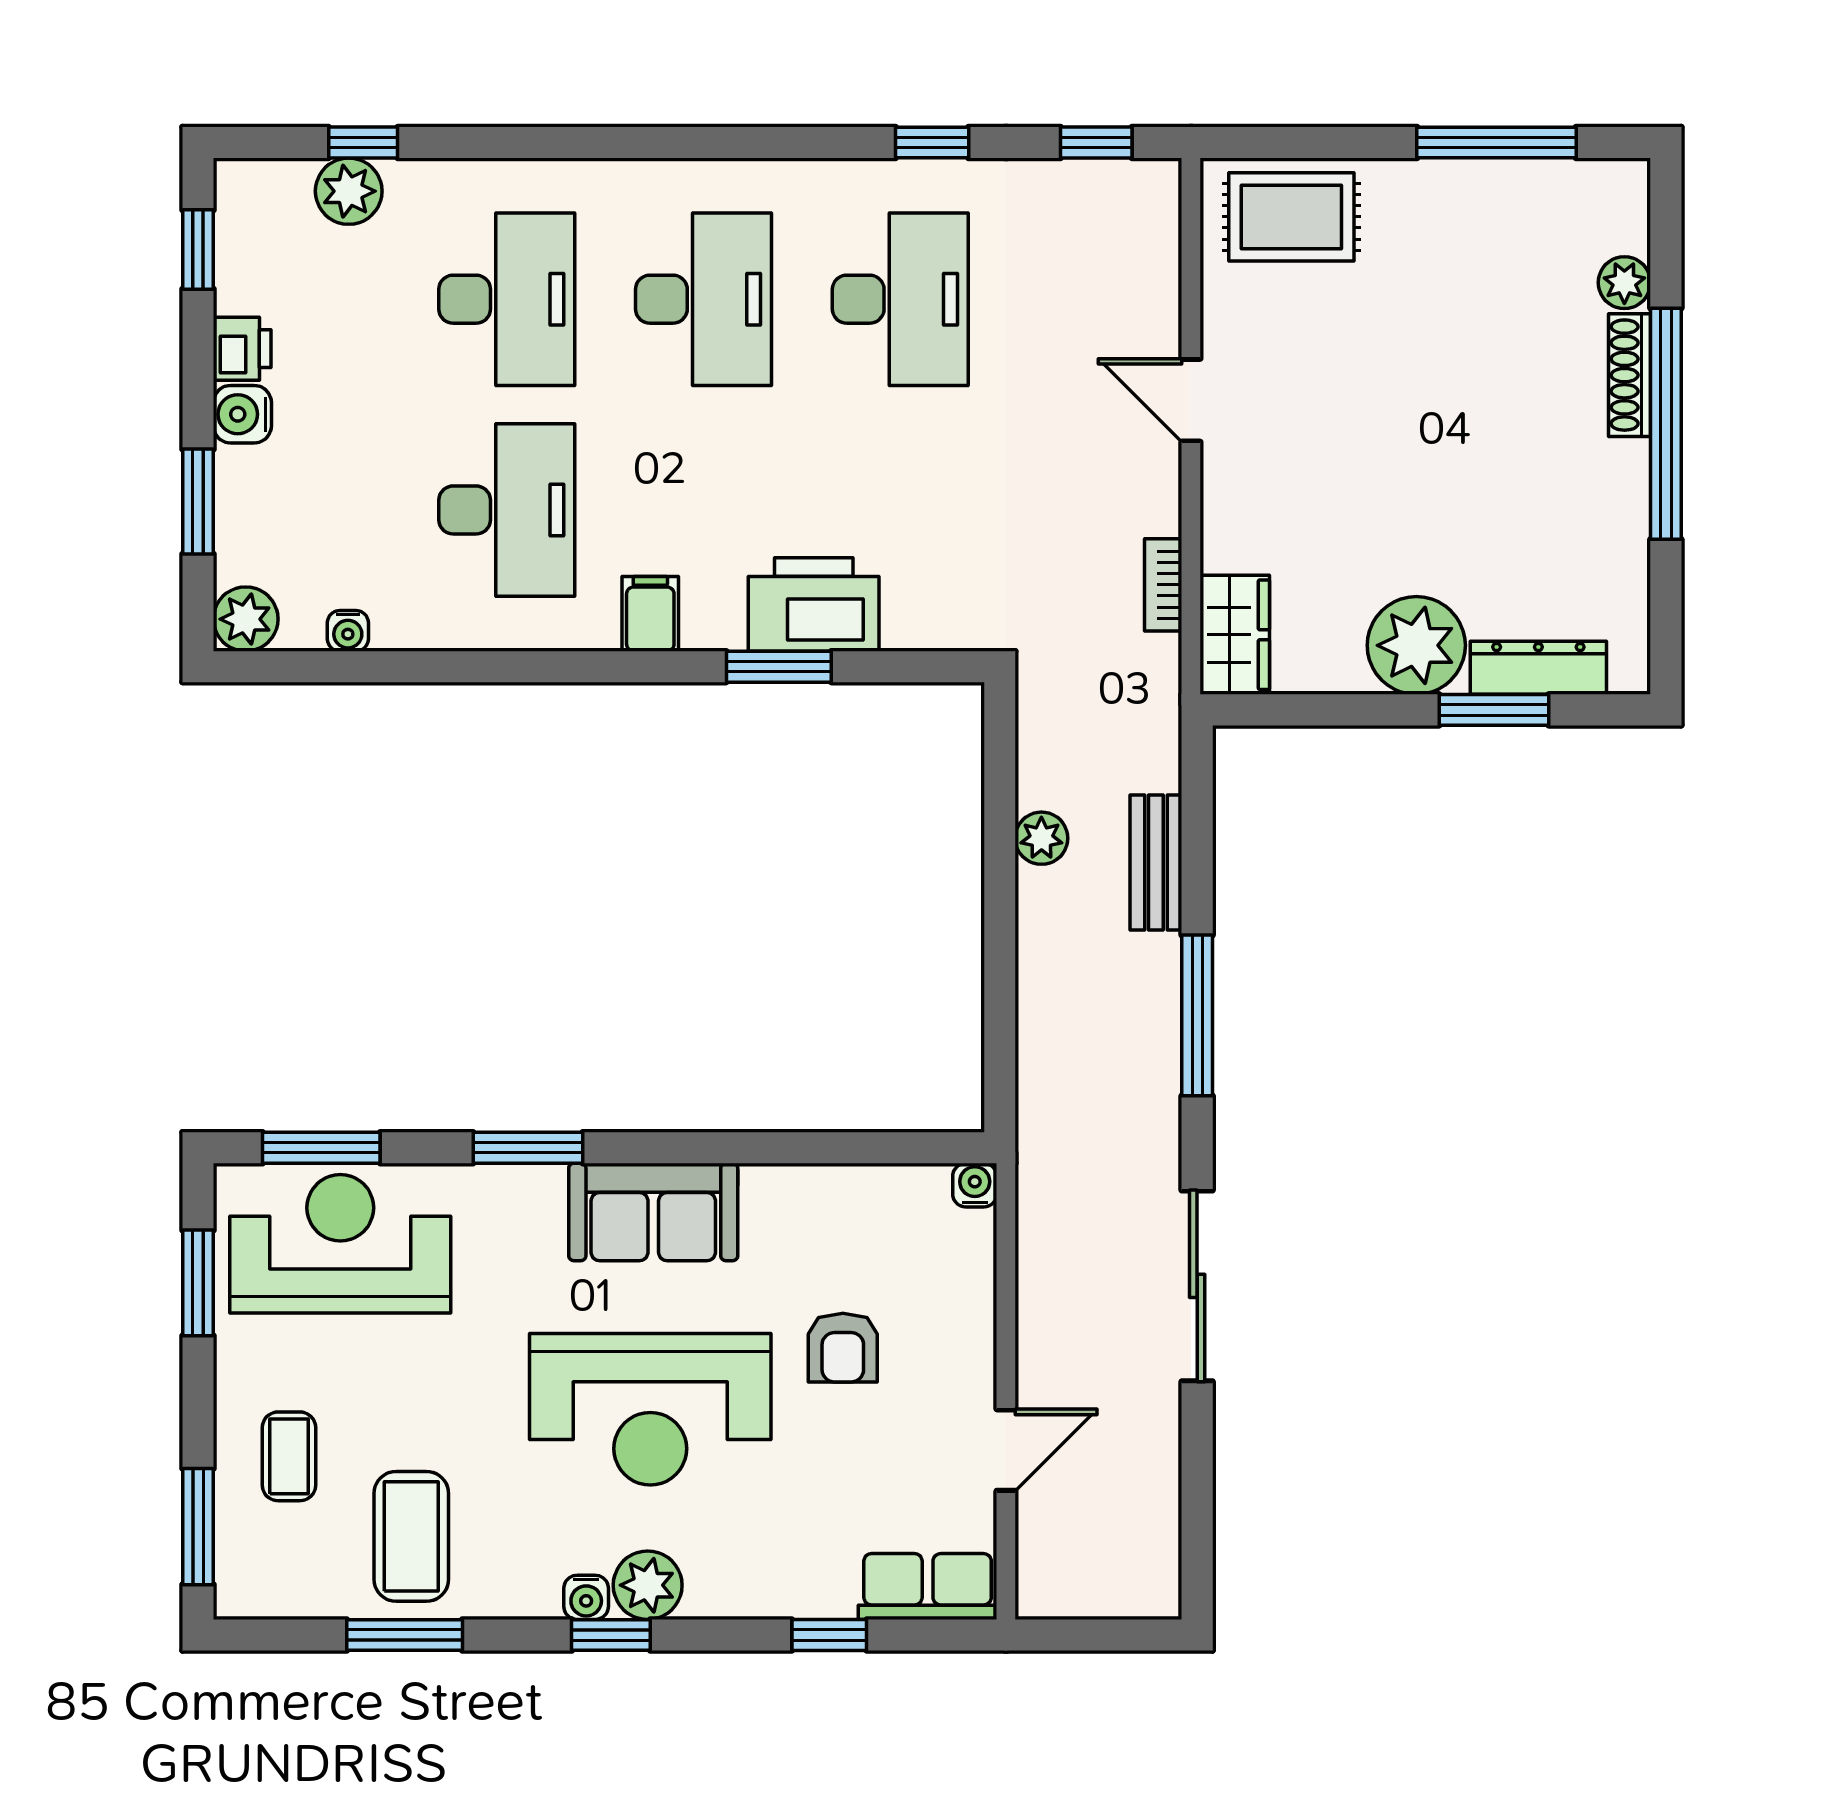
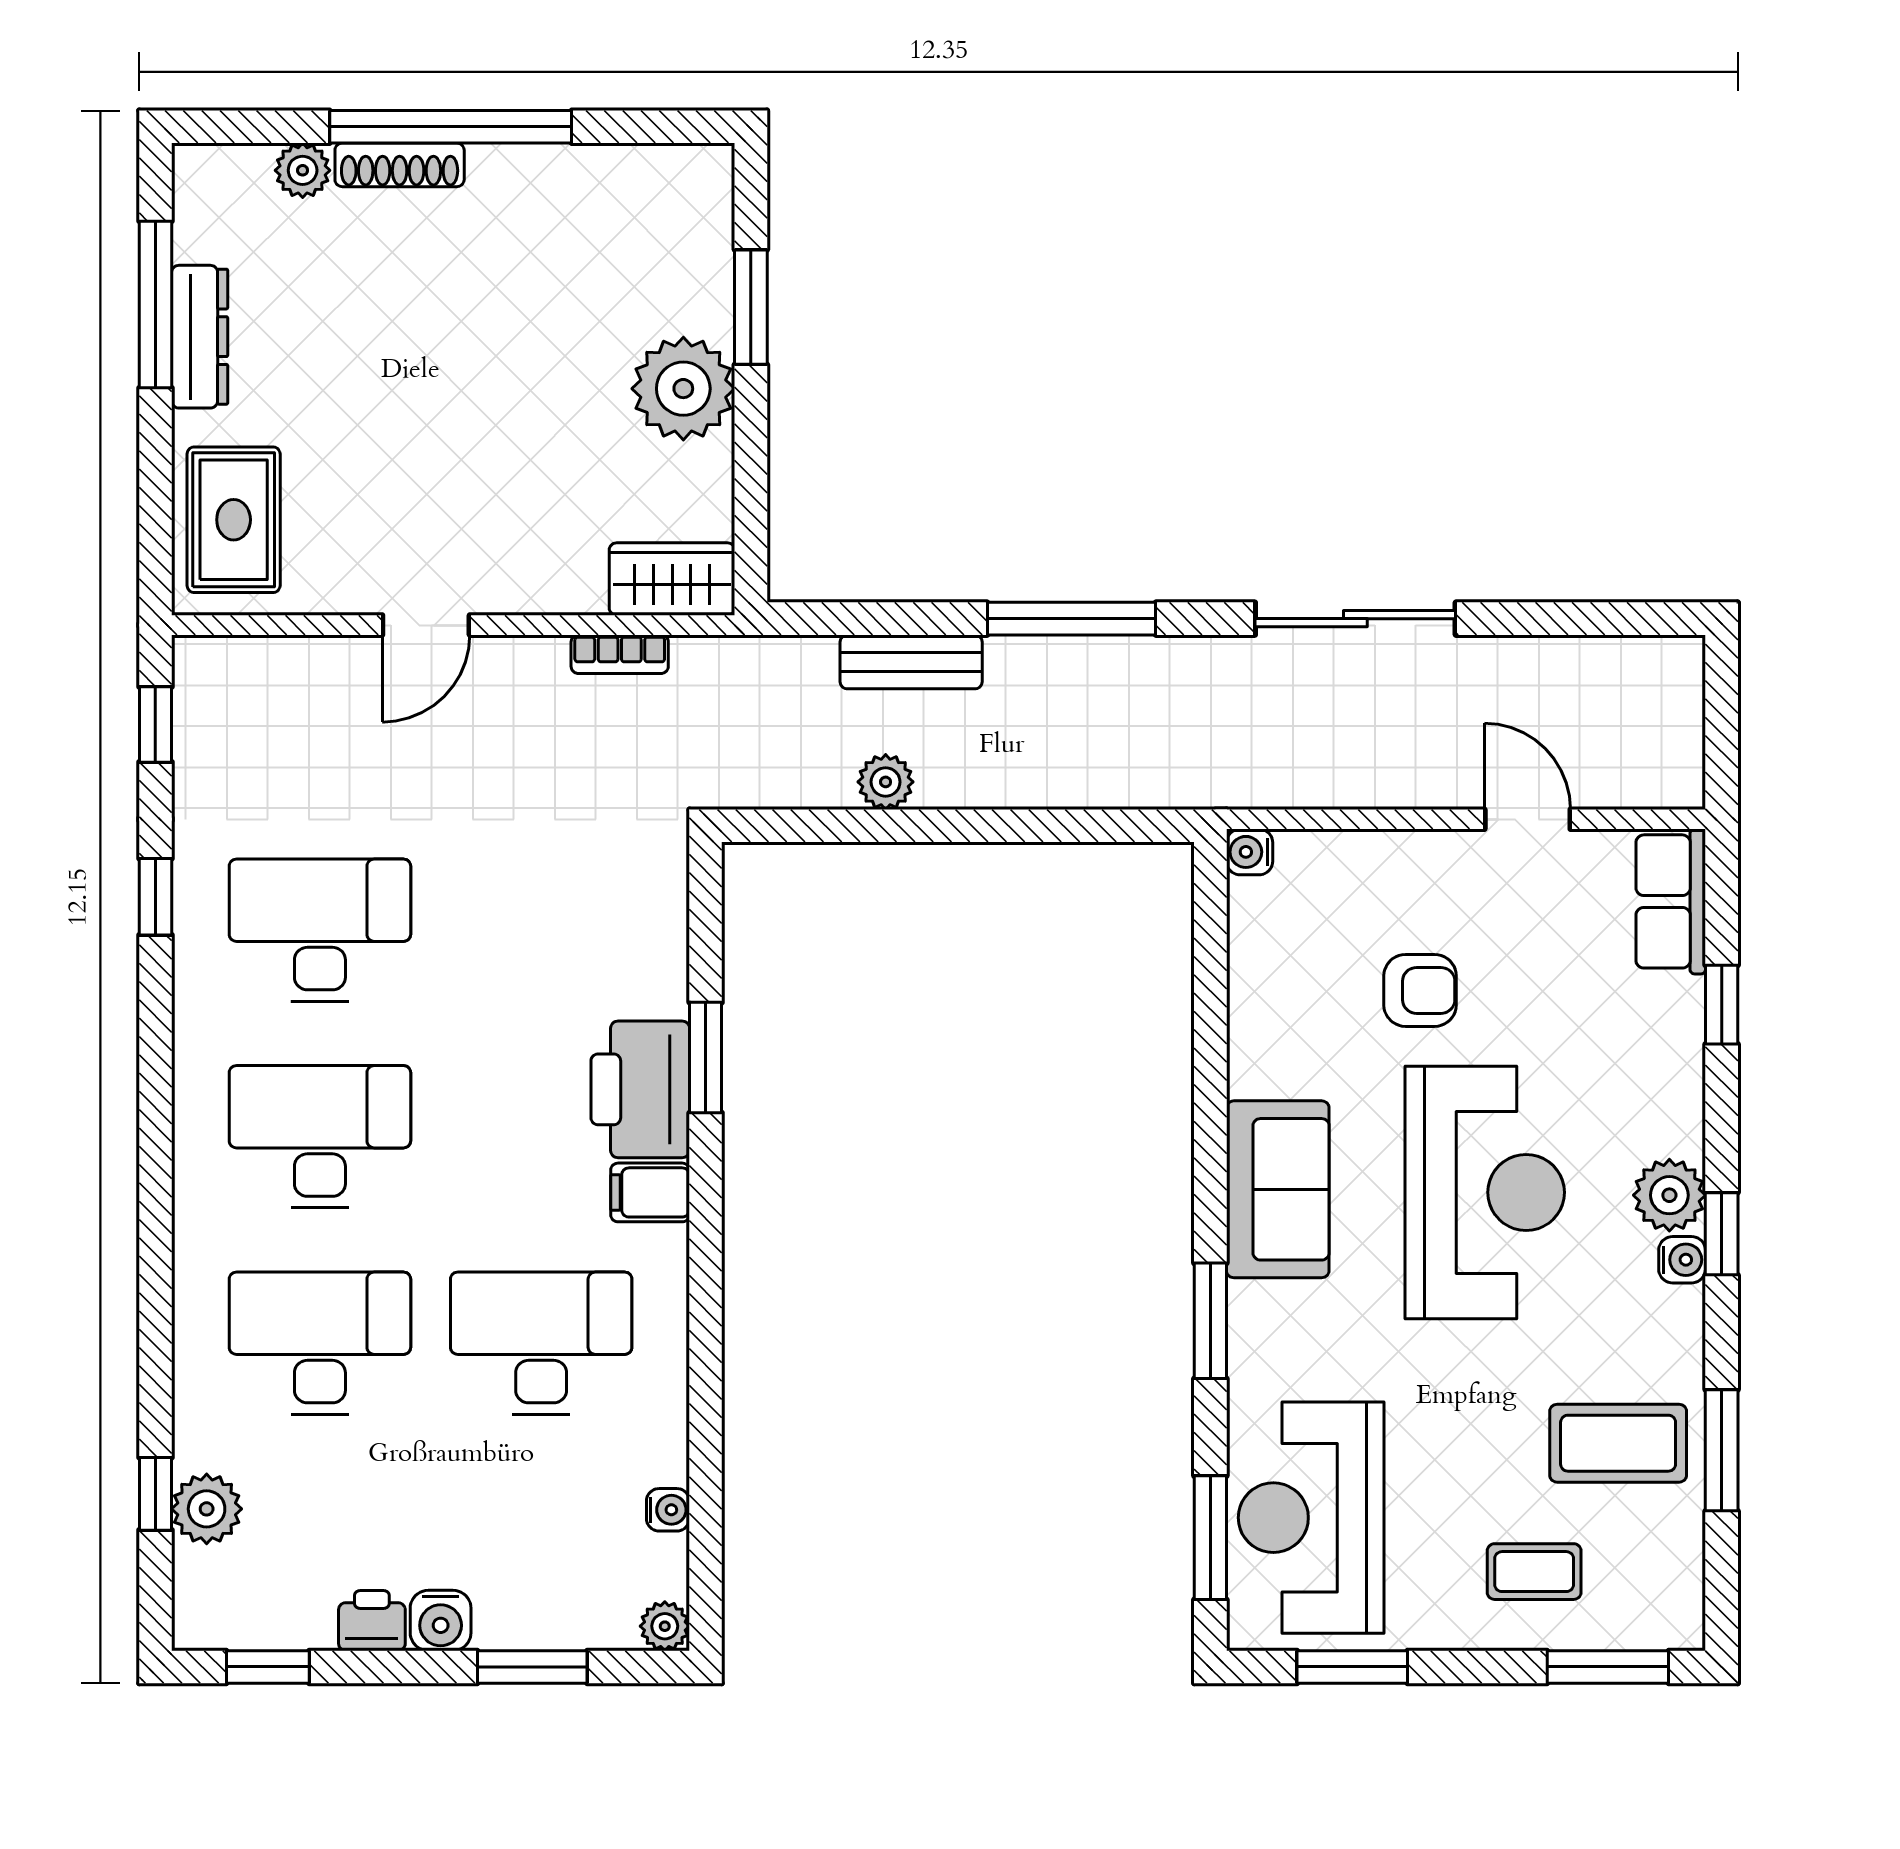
printer: (814, 604) -> (640, 1089), moved
plant: (246, 619) -> (665, 1626), width x0.73, depth x0.73
dresser: (1538, 668) -> (200, 337), moved, turned 180

